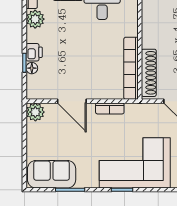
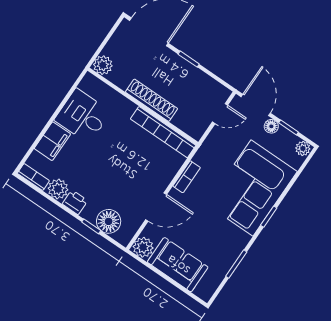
printer: (34, 52) -> (75, 202), moved
floor lamp: (32, 68) -> (109, 221), width x1.89, depth x1.89
shoe rack: (149, 73) -> (151, 100), moved
sofa: (52, 174) -> (178, 265), moved, turned 90

